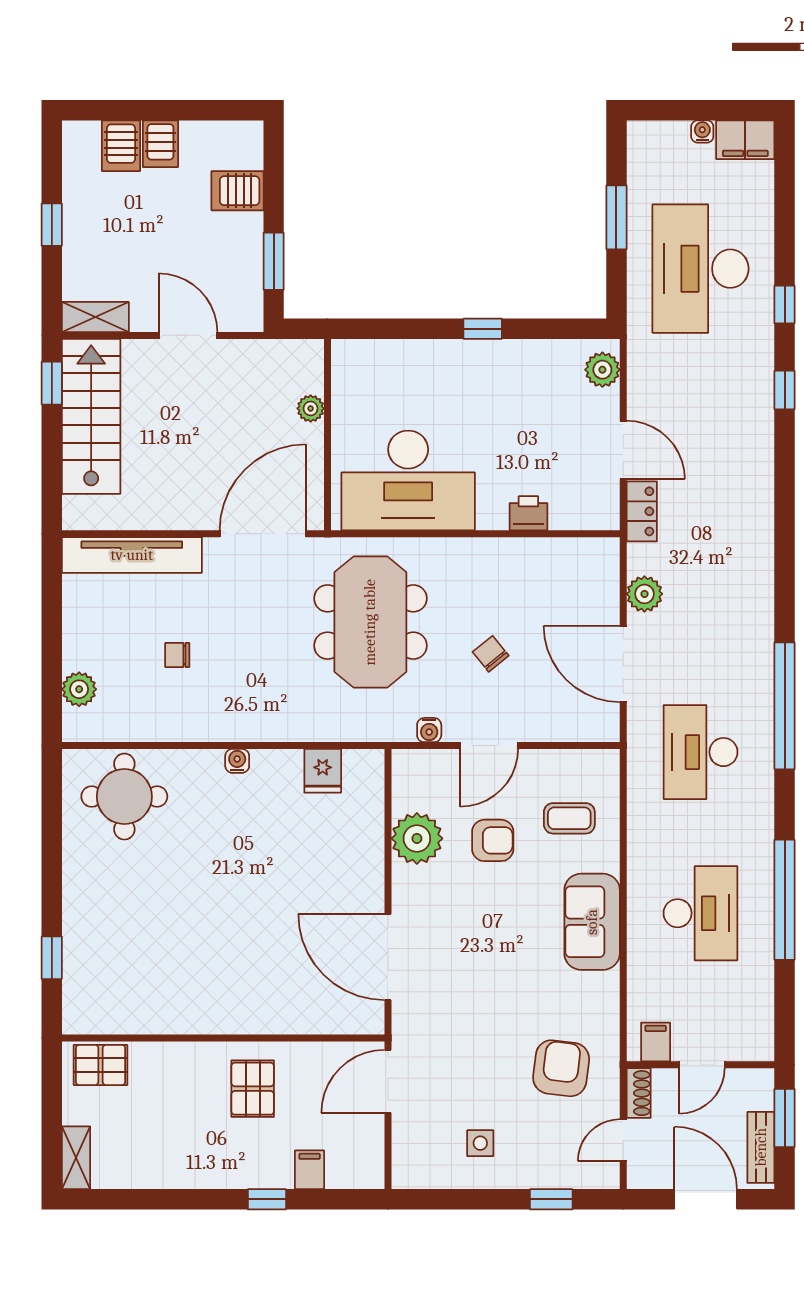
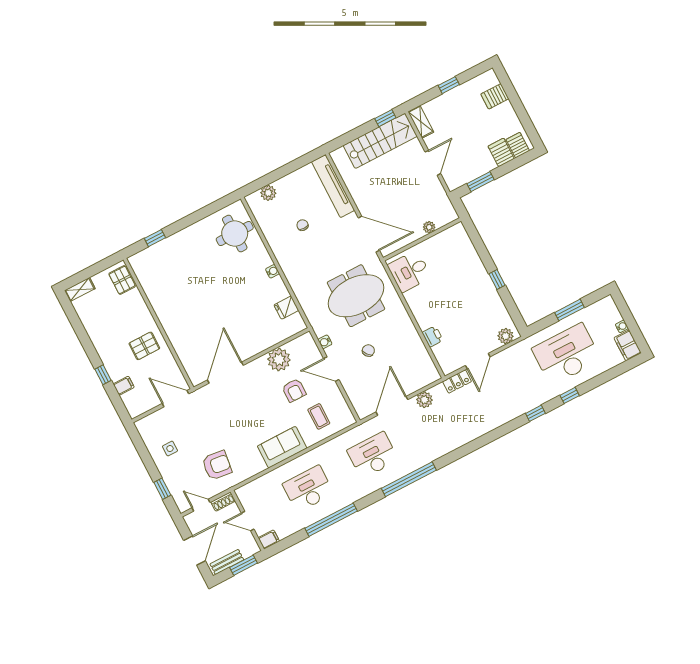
server rack: (160, 144) -> (518, 145), moved, turned 90
desk: (408, 480) -> (409, 271), width x0.53, depth x0.77
desk: (700, 913) -> (308, 489), turned 180
filing cabinet: (656, 1042) -> (269, 539), moved

